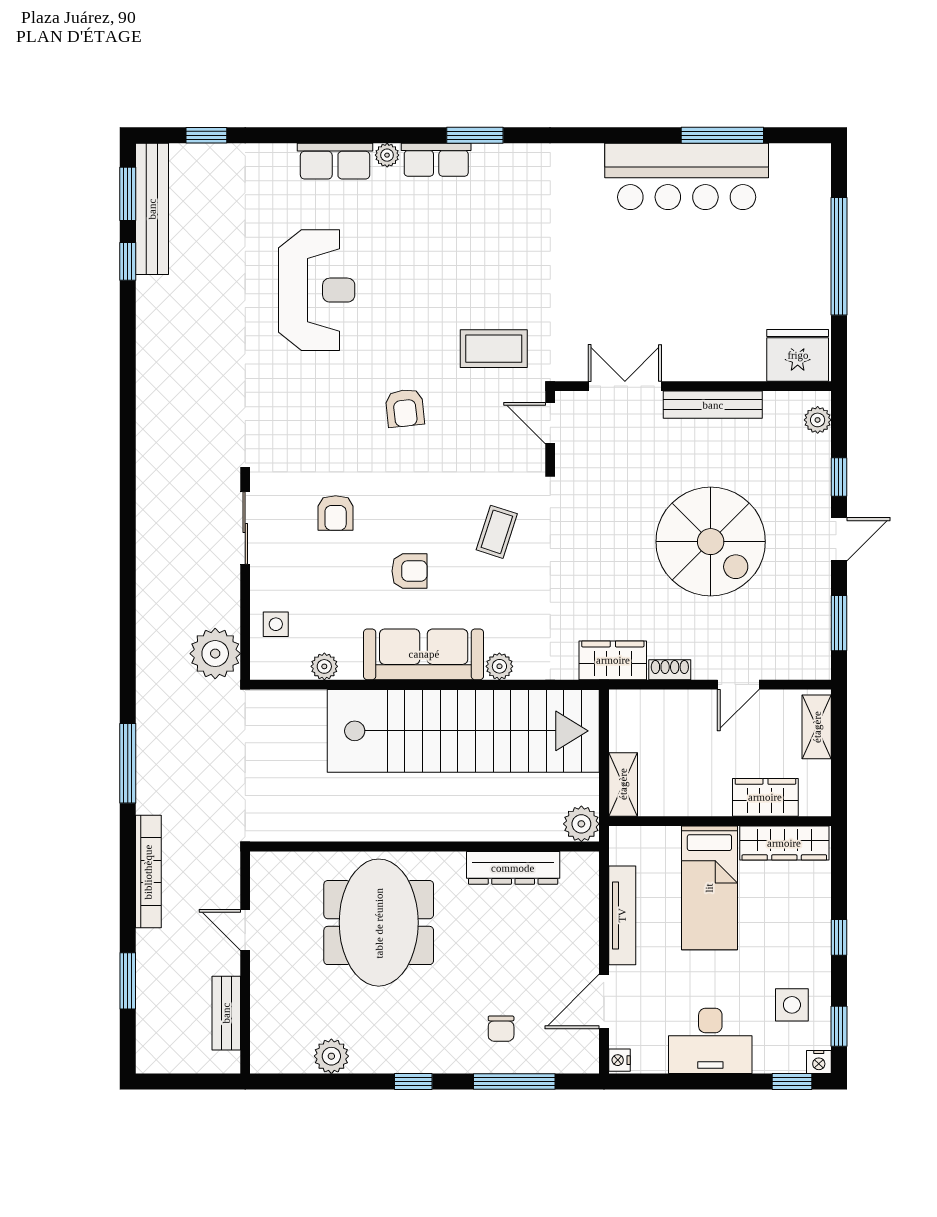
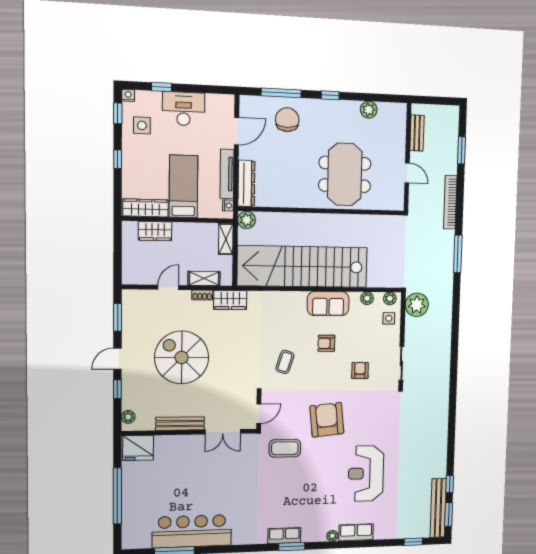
row of seats: (436, 160) -> (284, 536), moved
armchair: (405, 408) -> (327, 420), width x1.88, depth x1.88
door: (550, 423) -> (259, 414), hinge flipped
sofa: (424, 654) -> (328, 304), width x0.73
plant: (499, 666) -> (390, 299), moved
shelving: (817, 727) -> (204, 278), moved, turned 90
dresser: (513, 868) -> (246, 183), moved, turned 90
chair: (501, 1029) -> (287, 120), width x1.87, depth x1.87
nightstand: (619, 1060) -> (228, 205), moved
window: (792, 1081) -> (161, 87), moved

